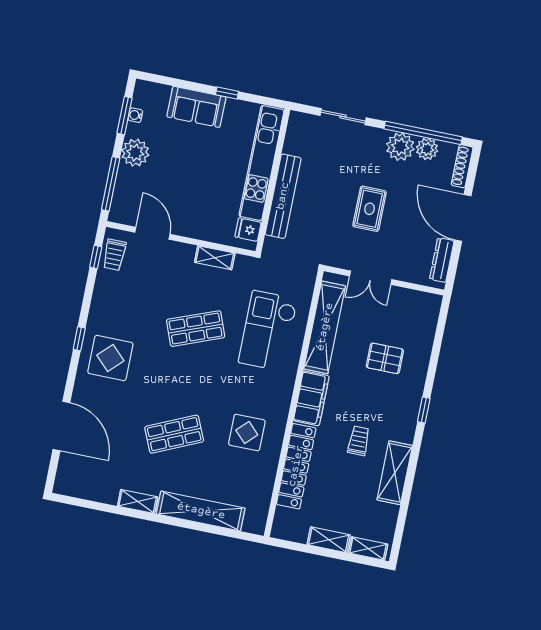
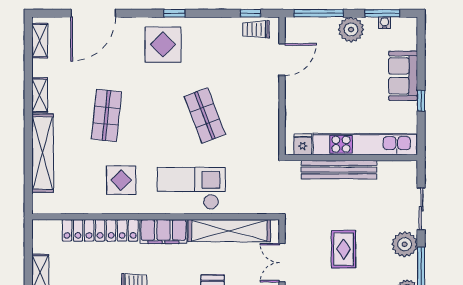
plant: (400, 147) -> (405, 244), moved
rug: (370, 209) -> (343, 249), turned 90
shelving: (215, 258) -> (40, 41), moved
checkout: (268, 331) -> (191, 188), moved
shop shelf: (174, 434) -> (106, 115), turned 30

